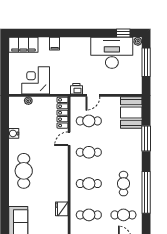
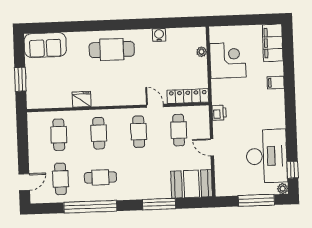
door: (93, 95) -> (212, 147), moved
fridge: (62, 209) -> (82, 99), moved

